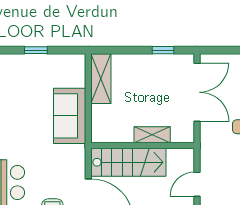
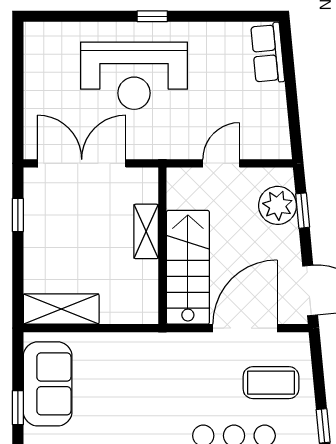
sofa: (70, 116) -> (48, 384), moved, turned -90
door: (197, 184) -> (221, 163), swing flipped

